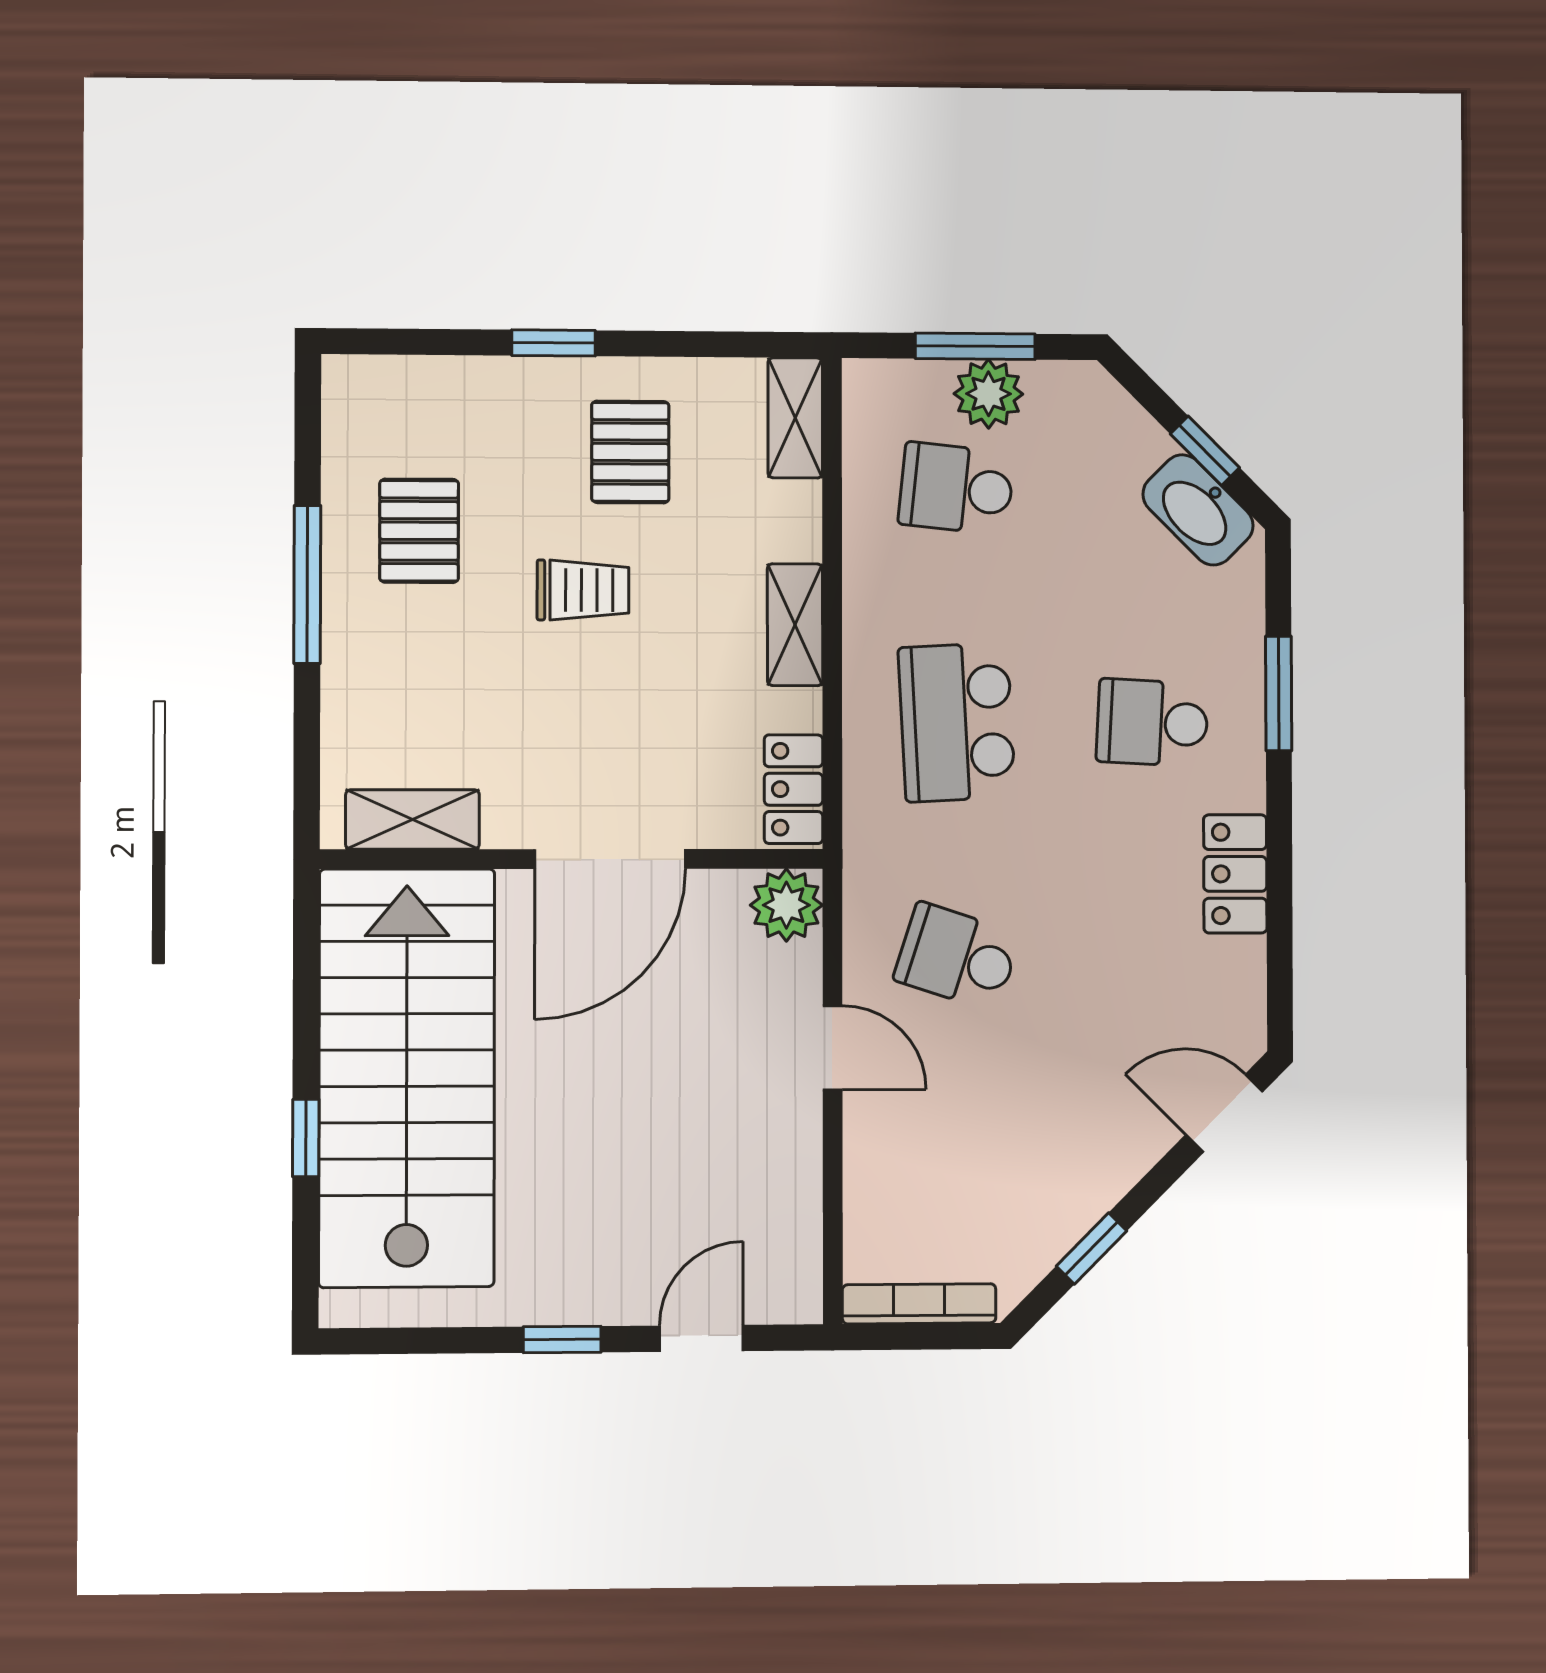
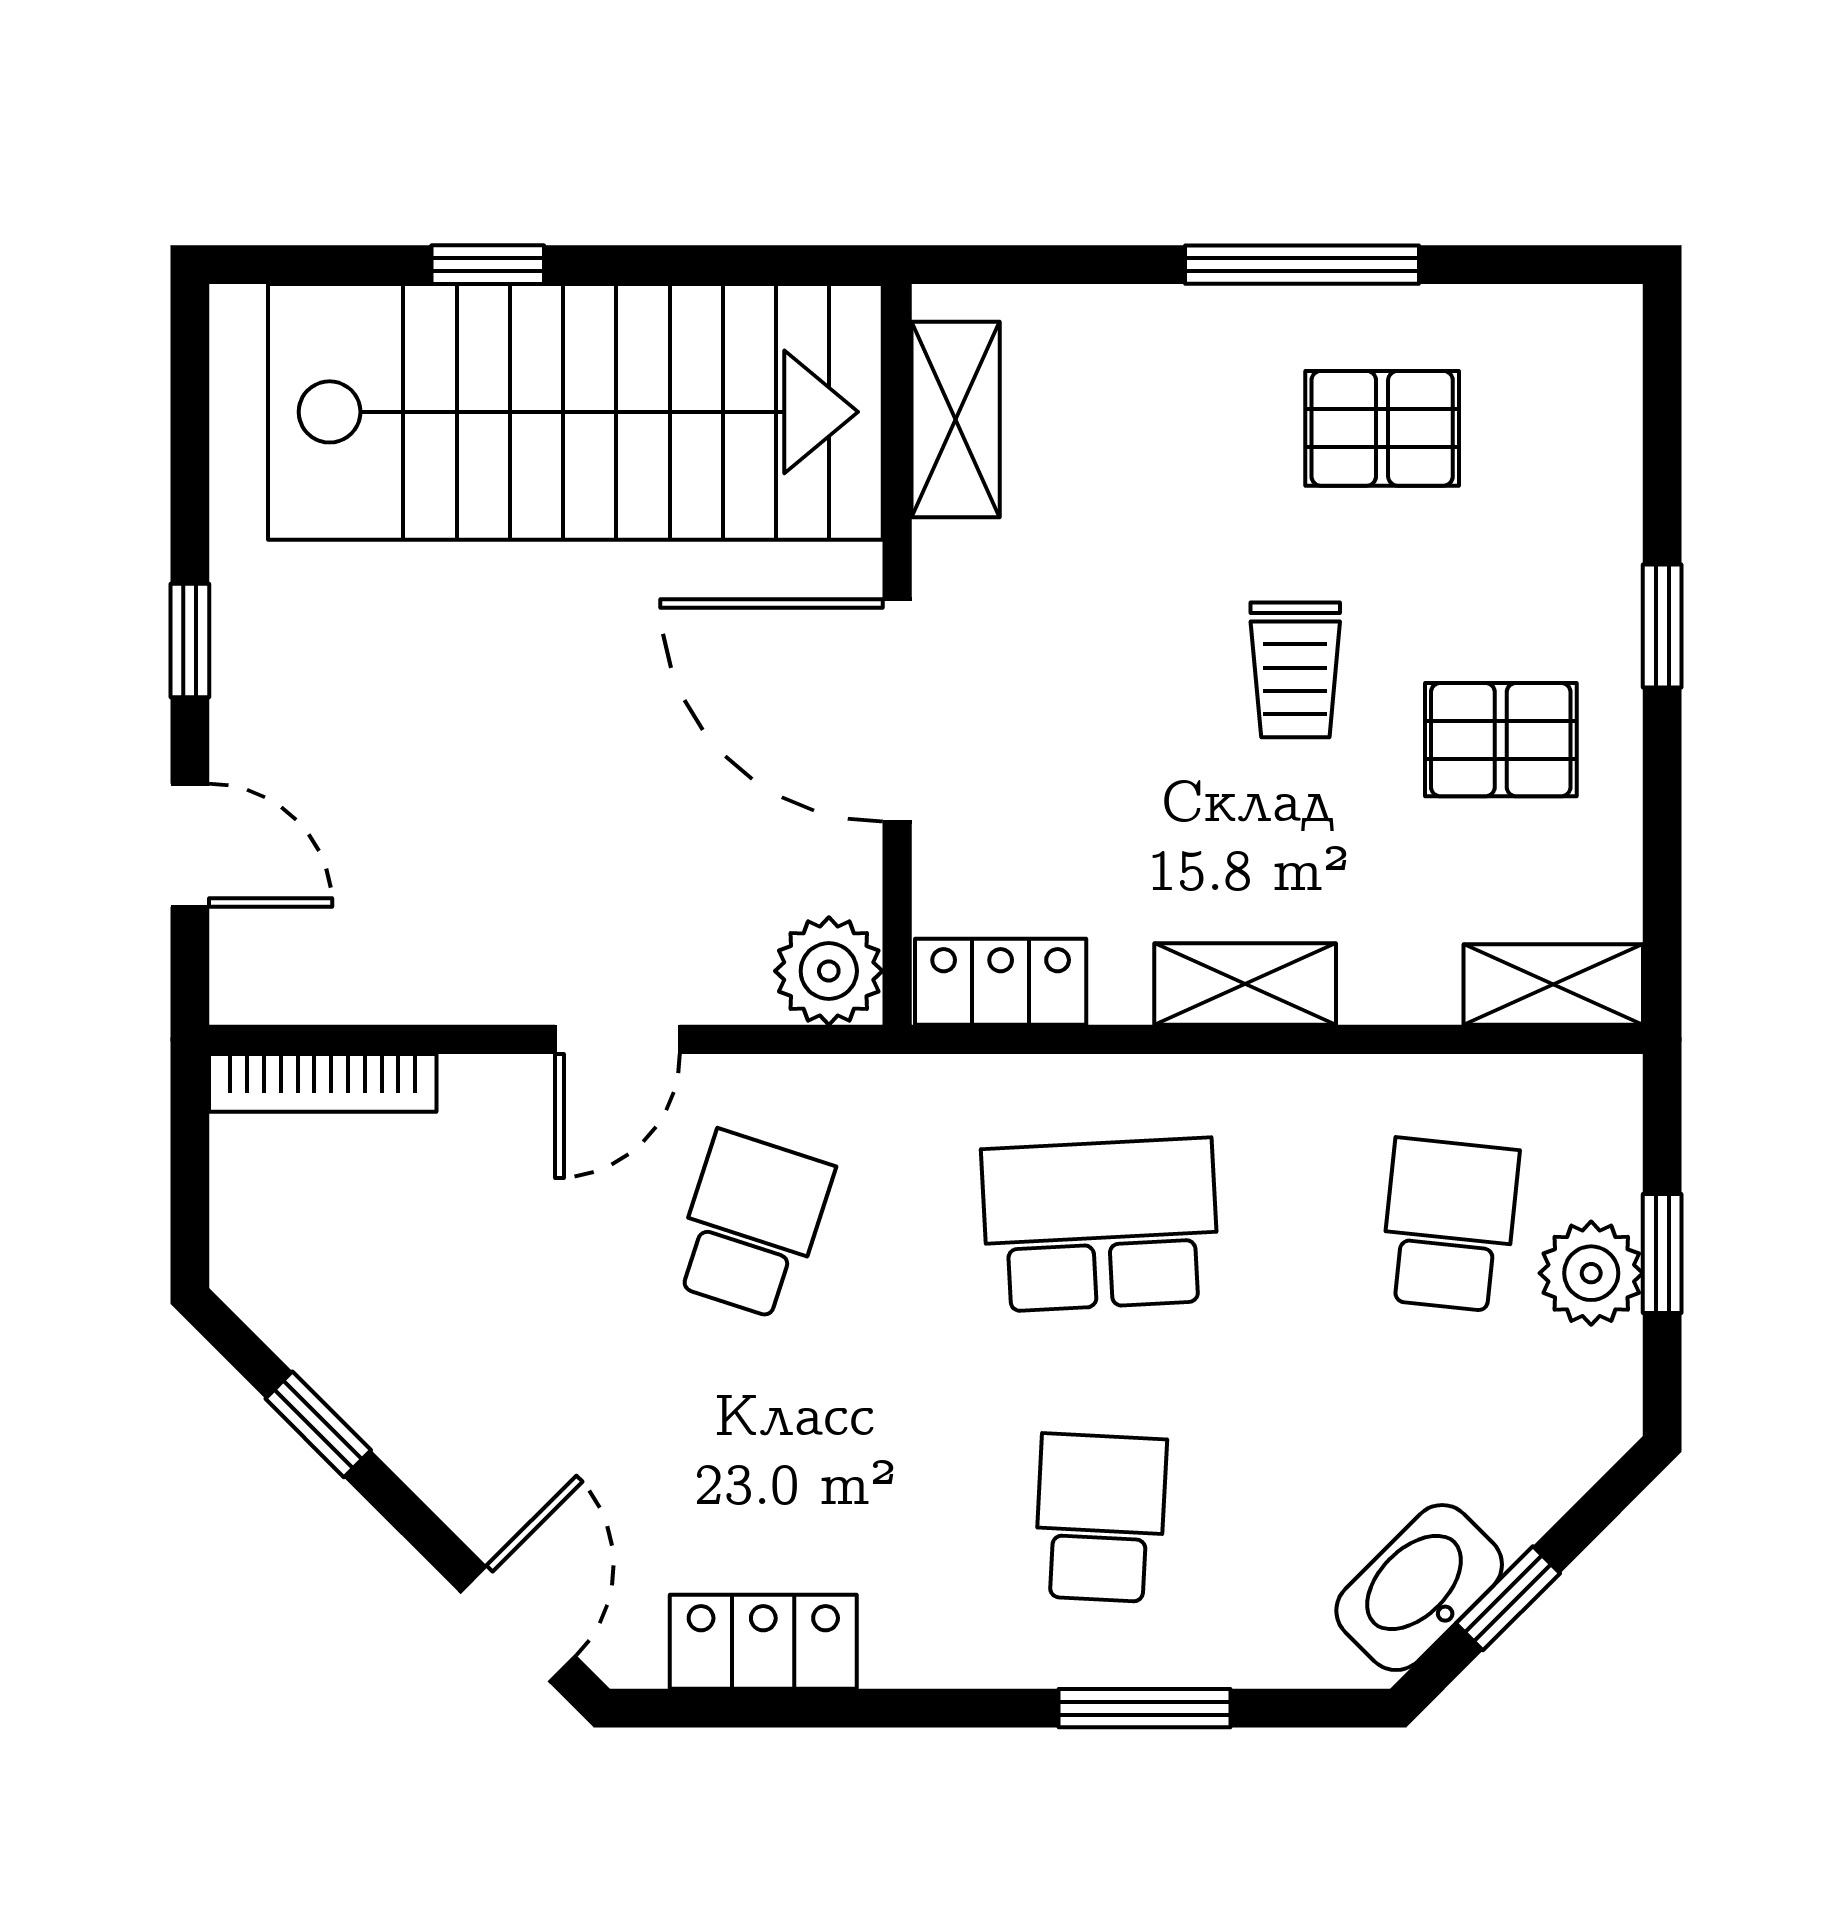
window: (975, 346) -> (1662, 1253), width x0.67
locker: (1235, 874) -> (763, 1642), moved
bookcase: (919, 1304) -> (323, 1083), moved, turned 90

